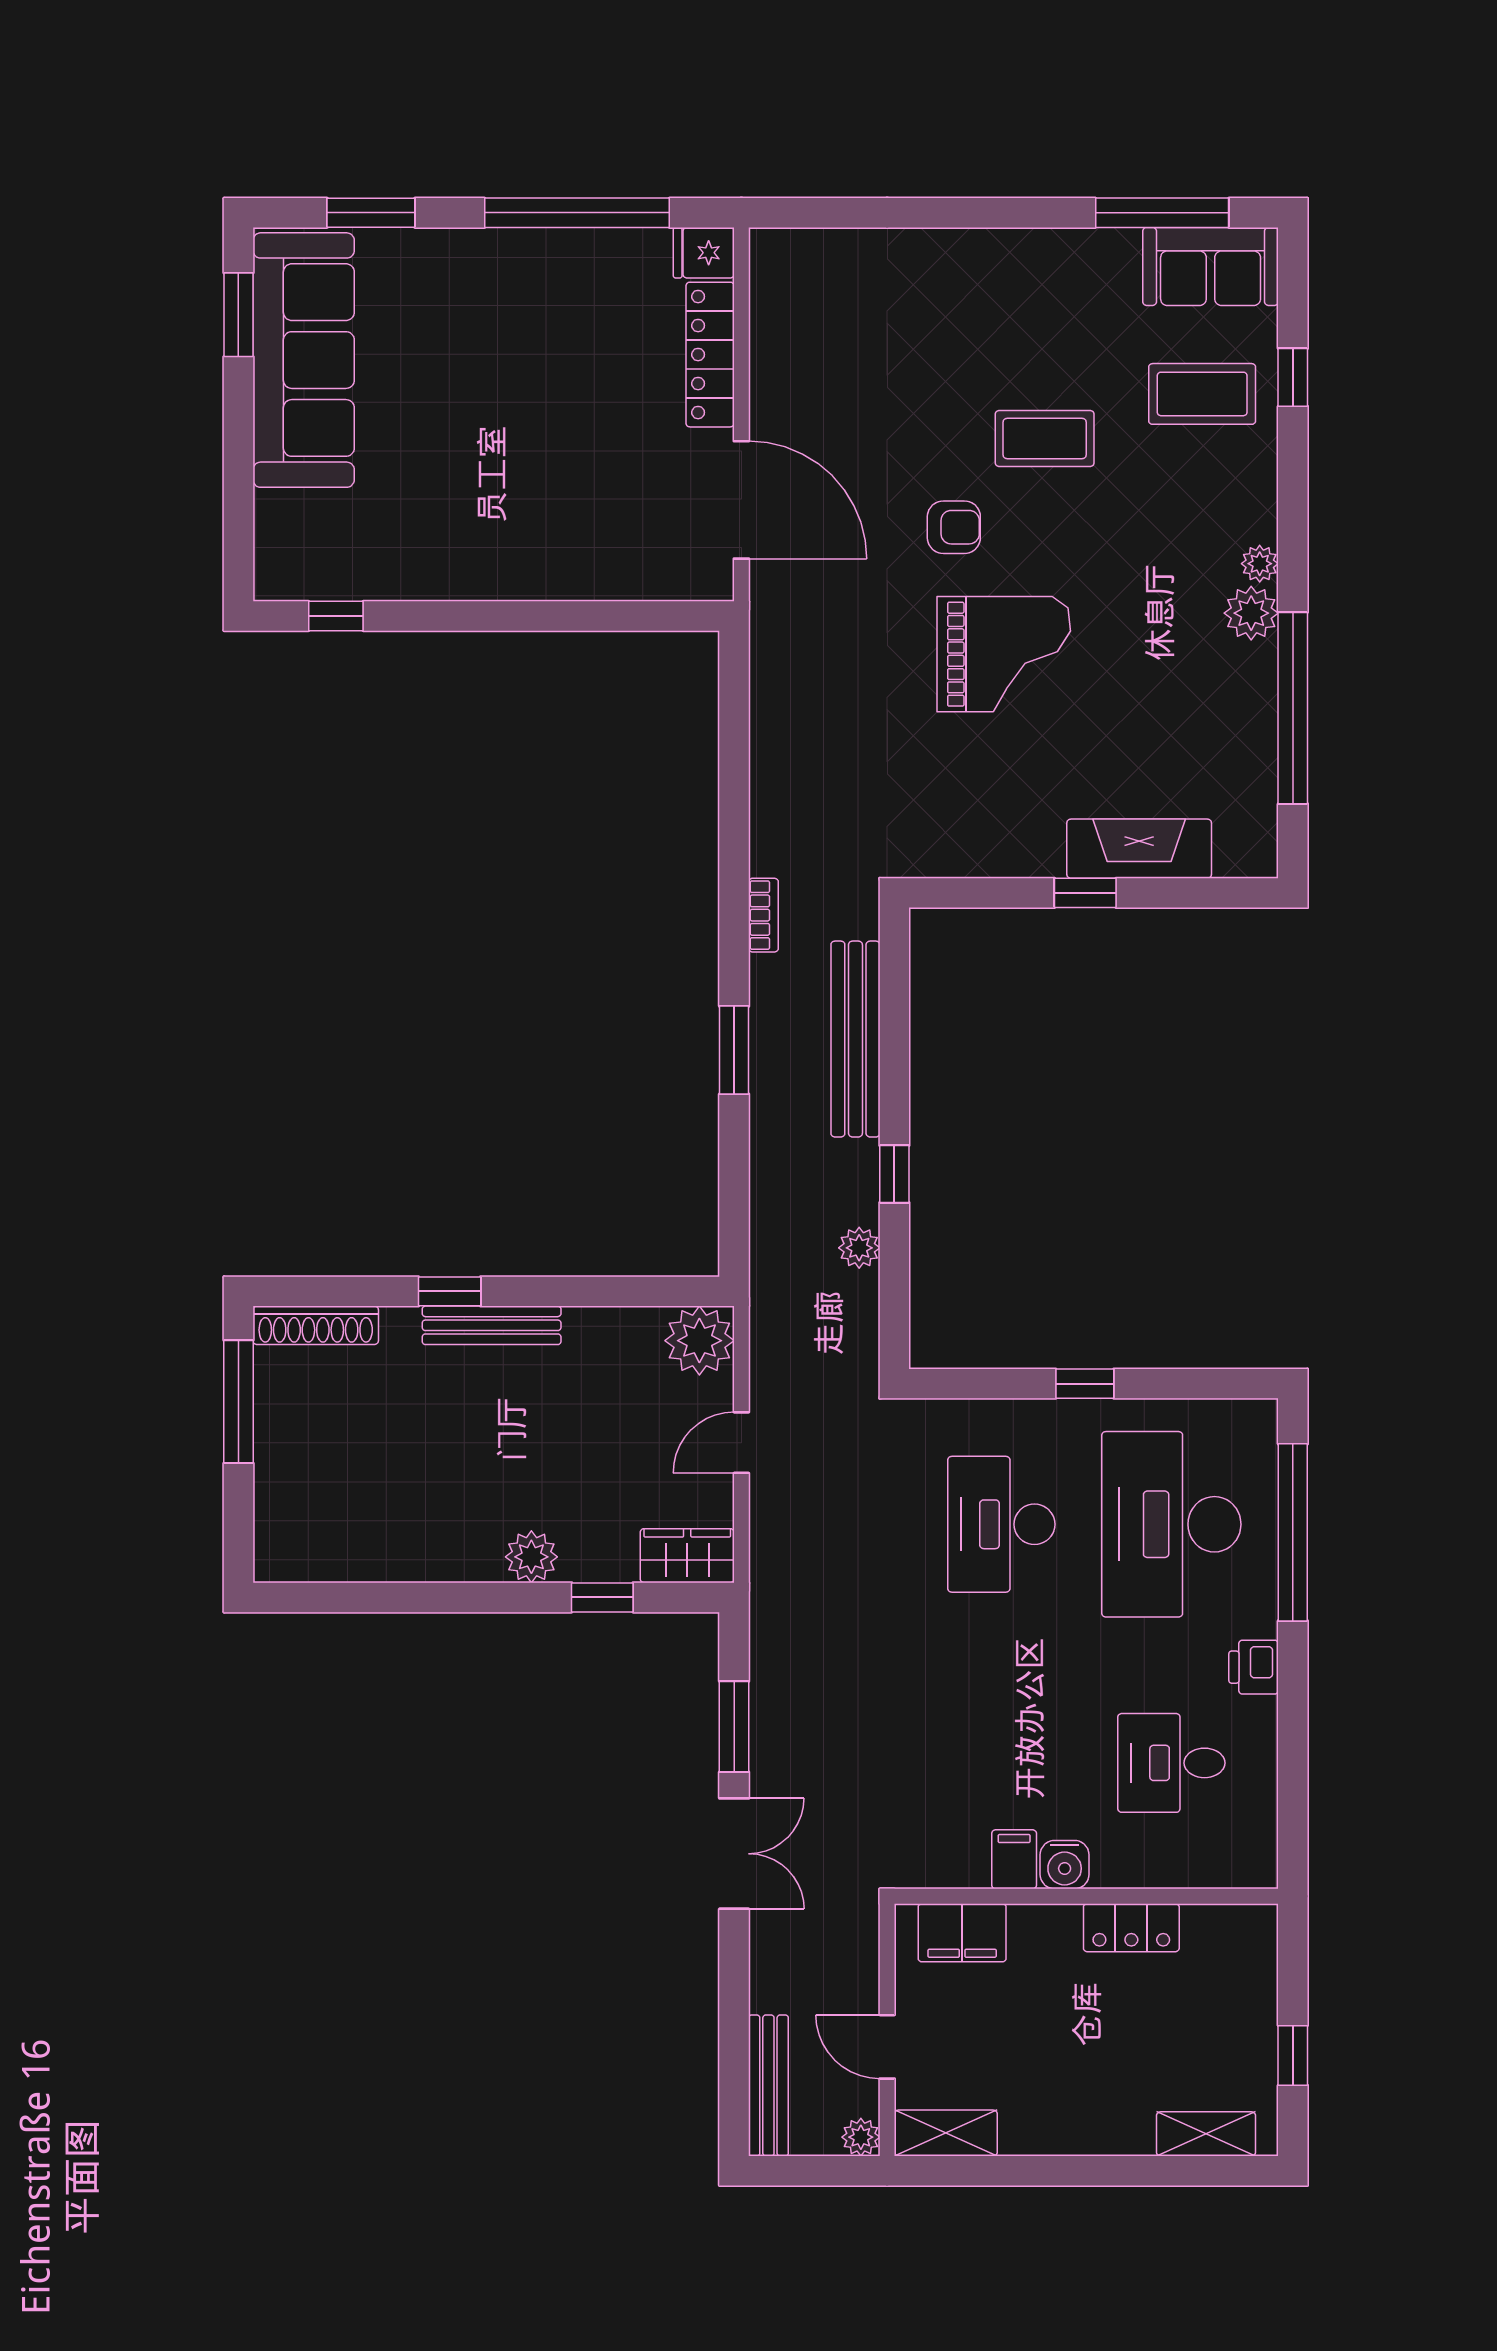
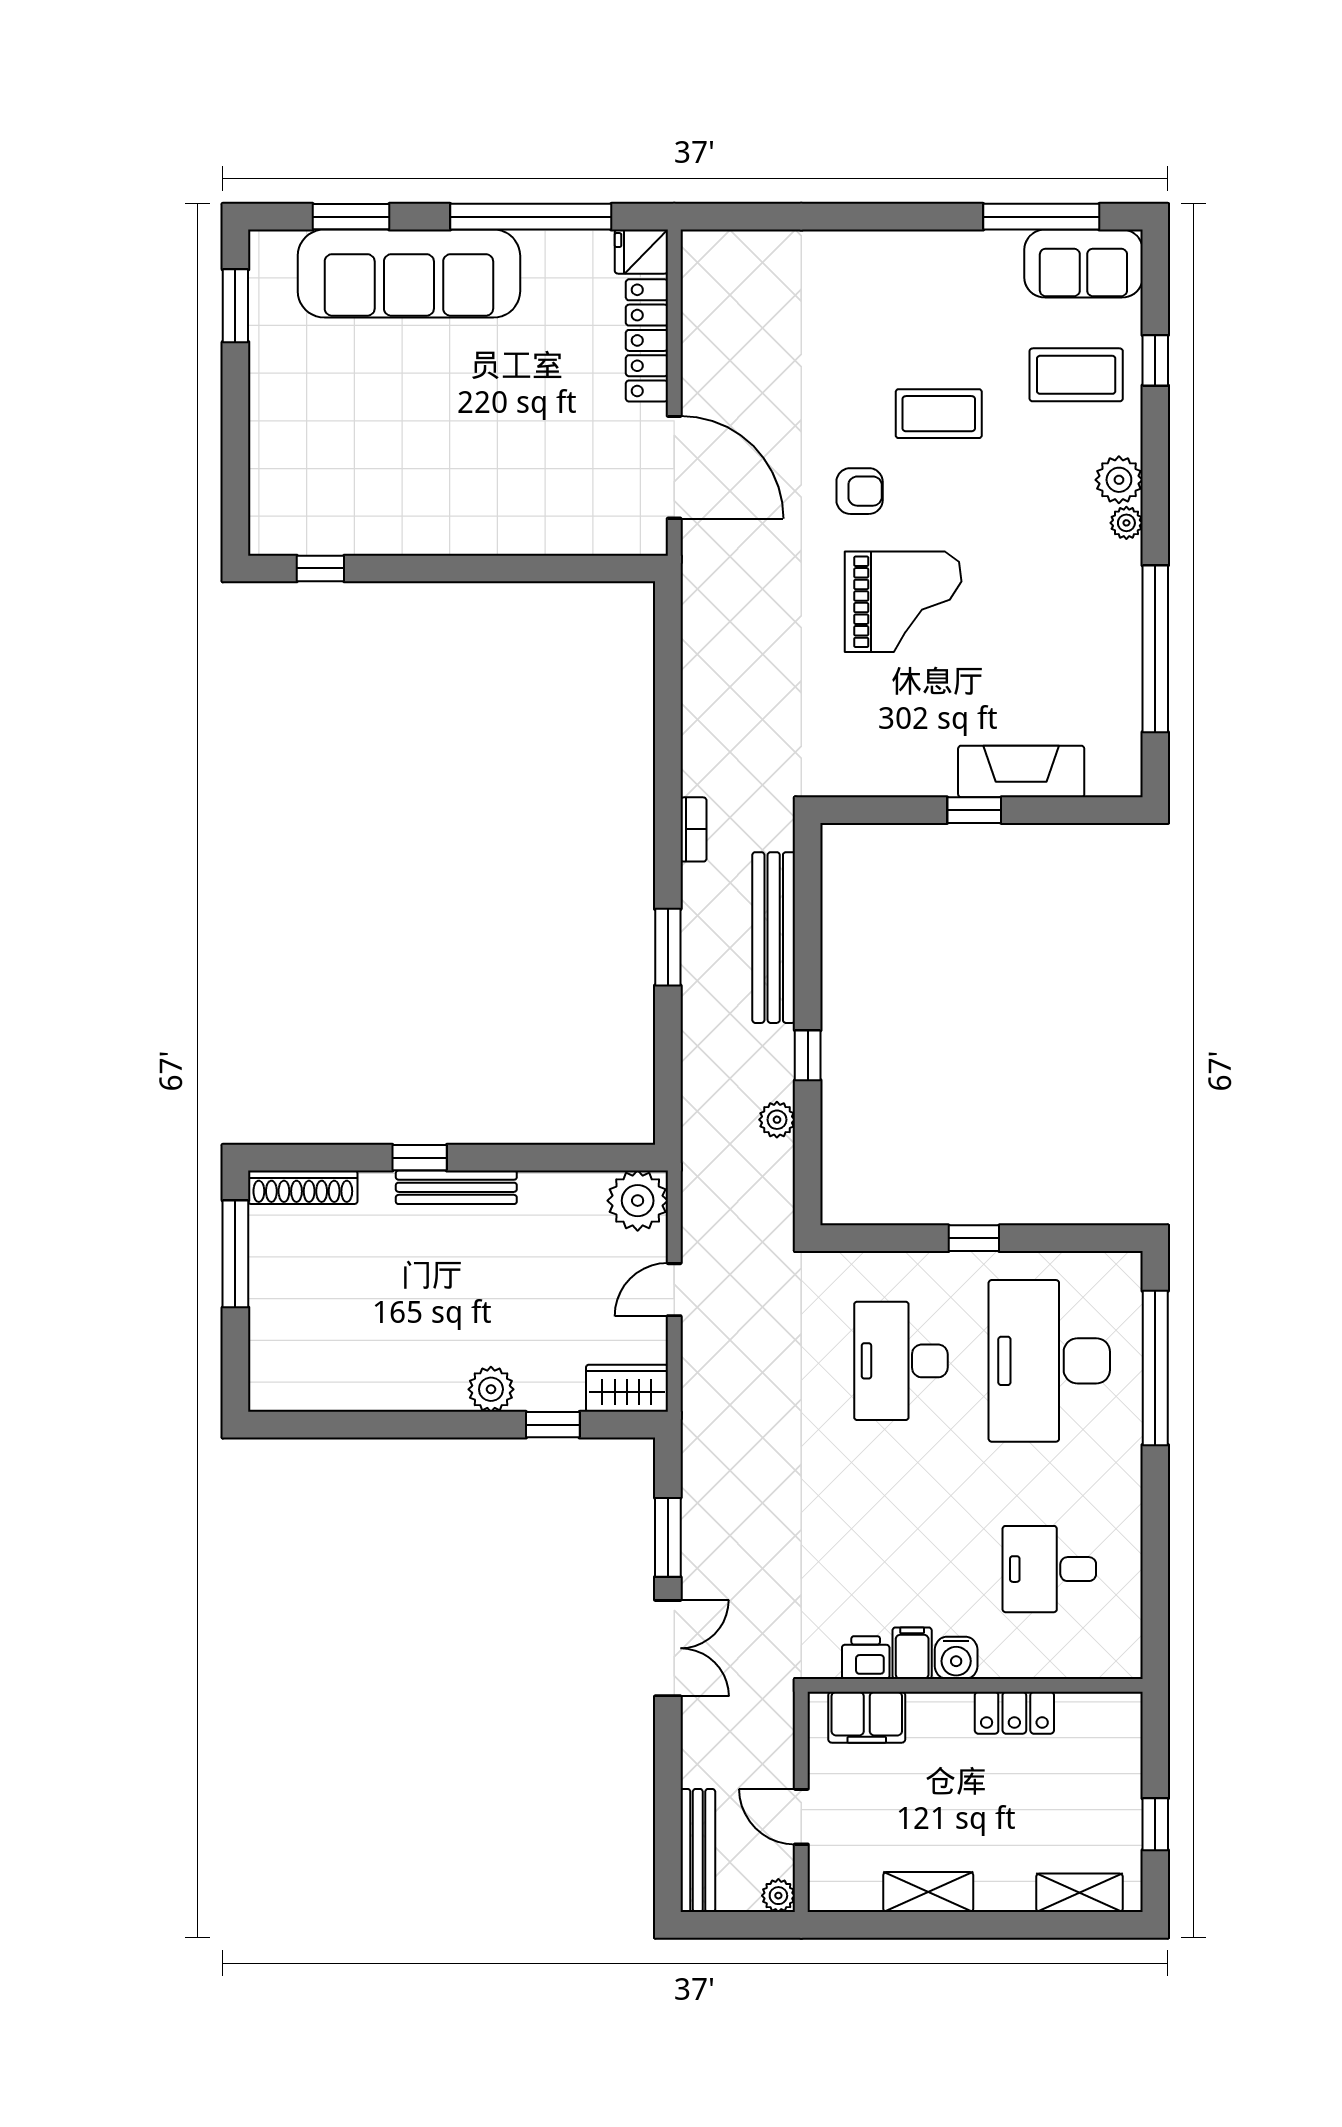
sofa: (304, 360) -> (409, 274), moved, turned 90
plant: (1251, 613) -> (1119, 480), moved
printer: (1254, 1667) -> (866, 1658), moved, turned 90
shelving: (946, 2133) -> (928, 1892), moved

